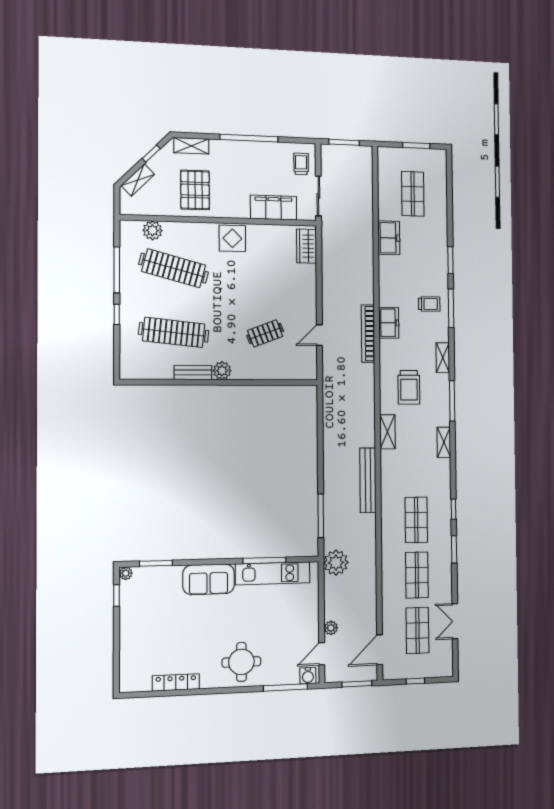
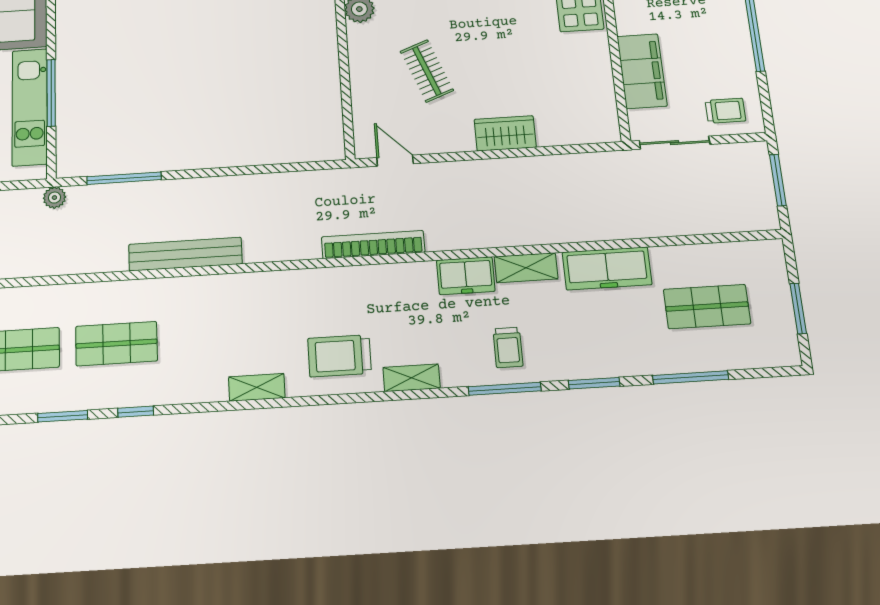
freezer: (389, 238) -> (607, 268), width x1.40
wardrobe: (307, 246) -> (505, 133), moved
bookcase: (368, 334) -> (373, 245), moved
door: (319, 335) -> (395, 161), moved
trolley: (409, 387) -> (339, 356), moved
window: (452, 401) -> (691, 377), moved
shelving: (388, 432) -> (526, 268), moved
plant: (336, 563) -> (54, 198), width x0.53, depth x0.53

